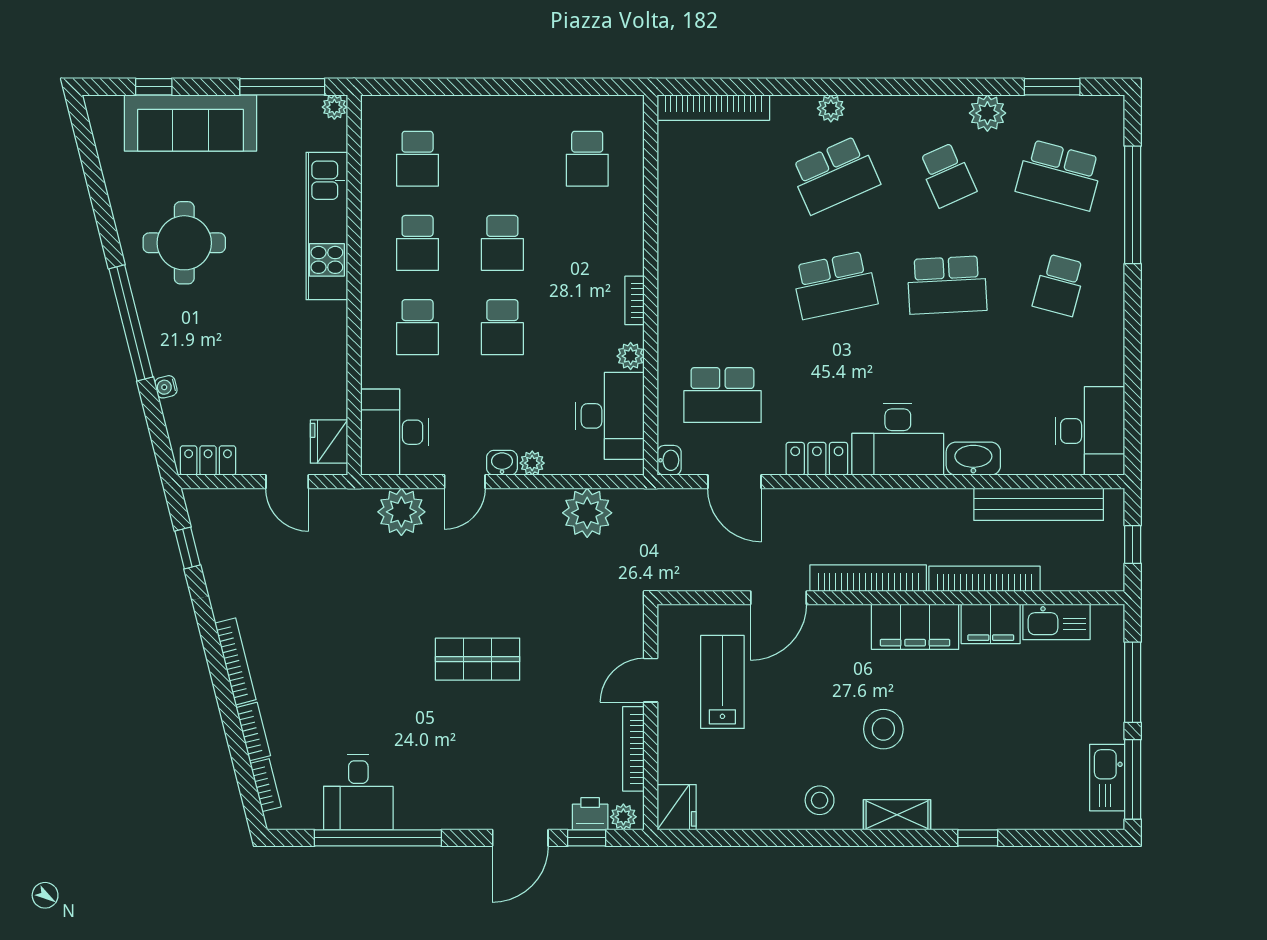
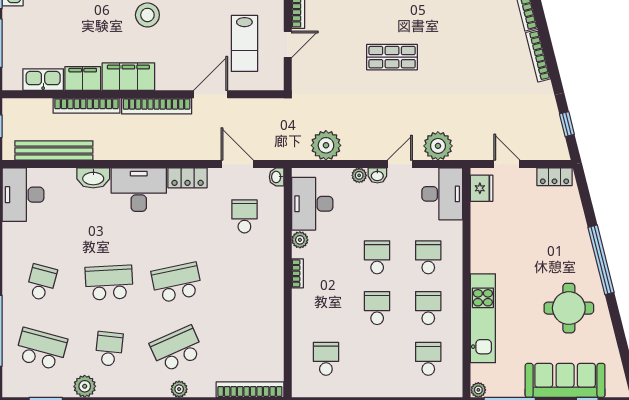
school desk: (947, 175) -> (109, 349), turned 30
water cooler: (166, 387) -> (580, 221), removed
school desk: (722, 395) -> (244, 216), width x0.54

